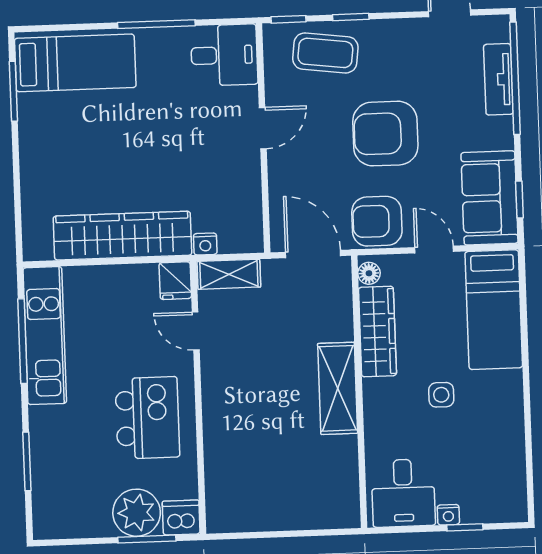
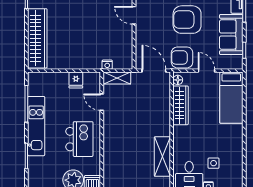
door: (263, 128) -> (134, 15), swing flipped
sofa: (489, 198) -> (231, 34), moved
wardrobe: (122, 236) -> (37, 38), moved, turned 90
fridge: (175, 281) -> (76, 80), moved
kitchen unit: (45, 336) -> (36, 126), moved
shelving: (338, 388) -> (162, 157), moved
side table: (441, 395) -> (214, 163), moved

